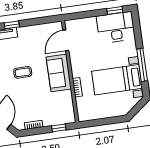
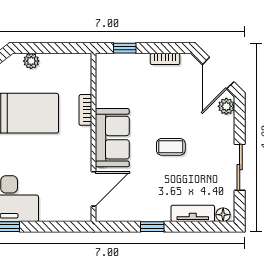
window: (12, 25) -> (152, 227), moved
plant: (114, 112) -> (31, 61), added

